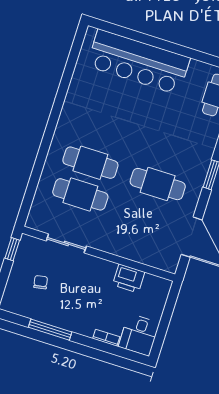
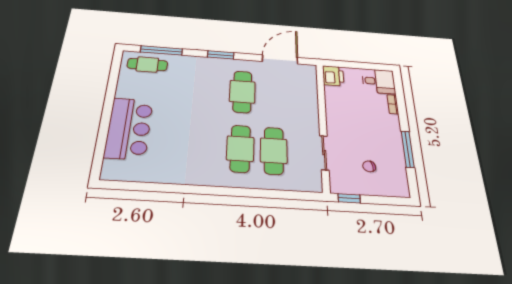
bar counter: (138, 62) -> (129, 128), width x0.73
printer: (129, 278) -> (333, 76), moved

